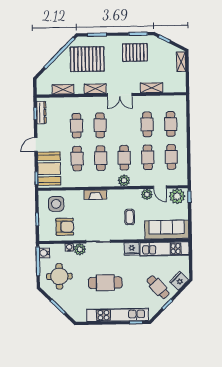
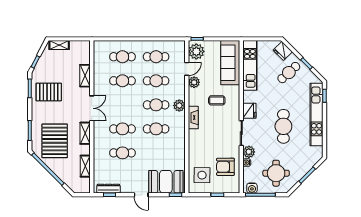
pallet: (135, 52) -> (49, 92), turned 90
cafe table: (77, 159) -> (156, 153), removed
fireplace: (95, 195) -> (193, 118), moved
armchair: (65, 227) -> (225, 167), turned -90
fridge: (132, 249) -> (249, 111), moved

